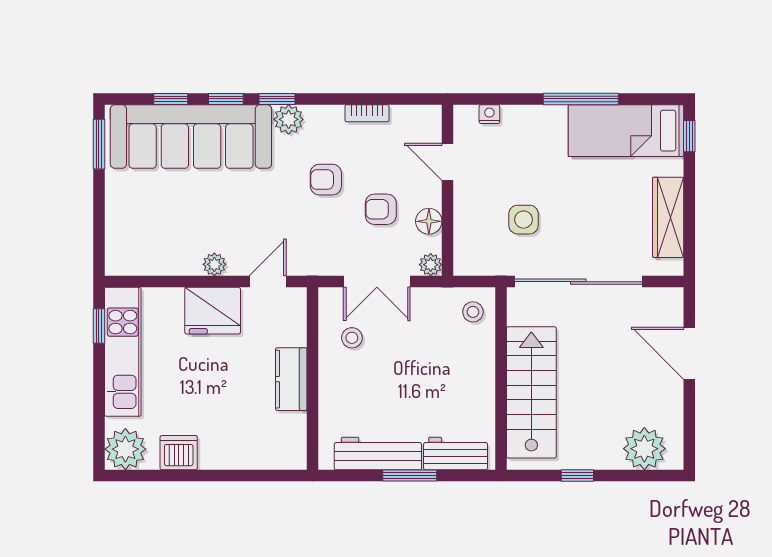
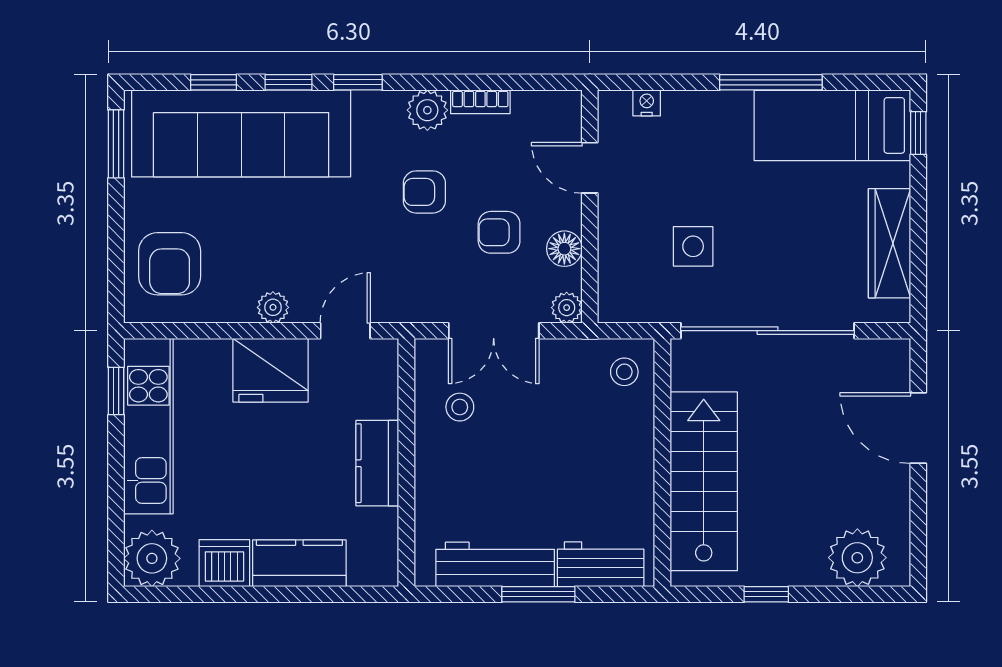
plant: (289, 119) -> (427, 110), moved
armchair: (138, 232) -> (170, 264), added
kitchen counter: (234, 453) -> (299, 563), added

